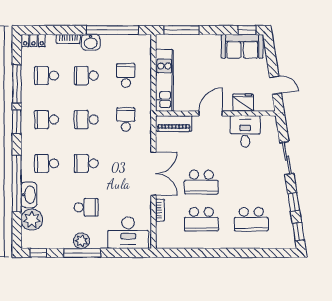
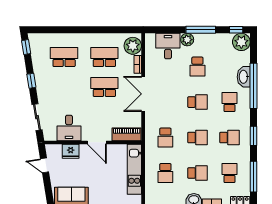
school desk: (47, 76) -> (229, 173), turned -90
window: (17, 84) -> (253, 177), moved
door: (211, 113) -> (97, 142), hinge flipped
sliding door: (287, 158) -> (37, 117), moved
school desk: (47, 163) -> (229, 102), turned -90
window: (294, 202) -> (31, 81), moved
school desk: (86, 207) -> (197, 67), turned -90
plant: (32, 220) -> (241, 42), moved
desk: (128, 233) -> (168, 46), width x0.73
plant: (166, 233) -> (133, 46), added
plant: (81, 241) -> (187, 40), moved

